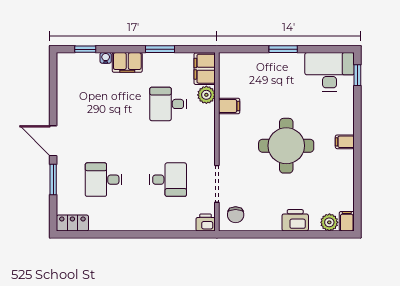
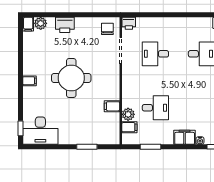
window: (160, 49) -> (151, 147), moved
window: (283, 49) -> (87, 147), moved
filing cabinet: (205, 69) -> (129, 127), width x0.50

